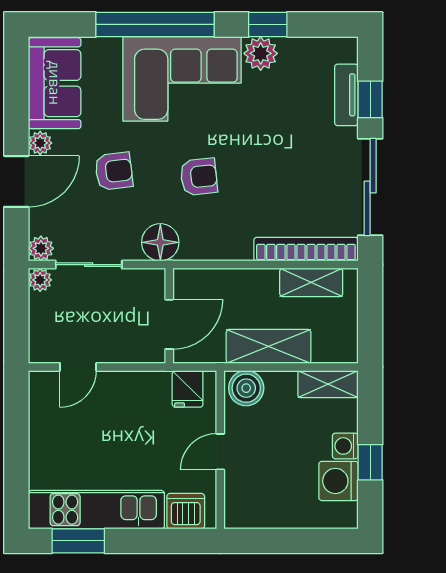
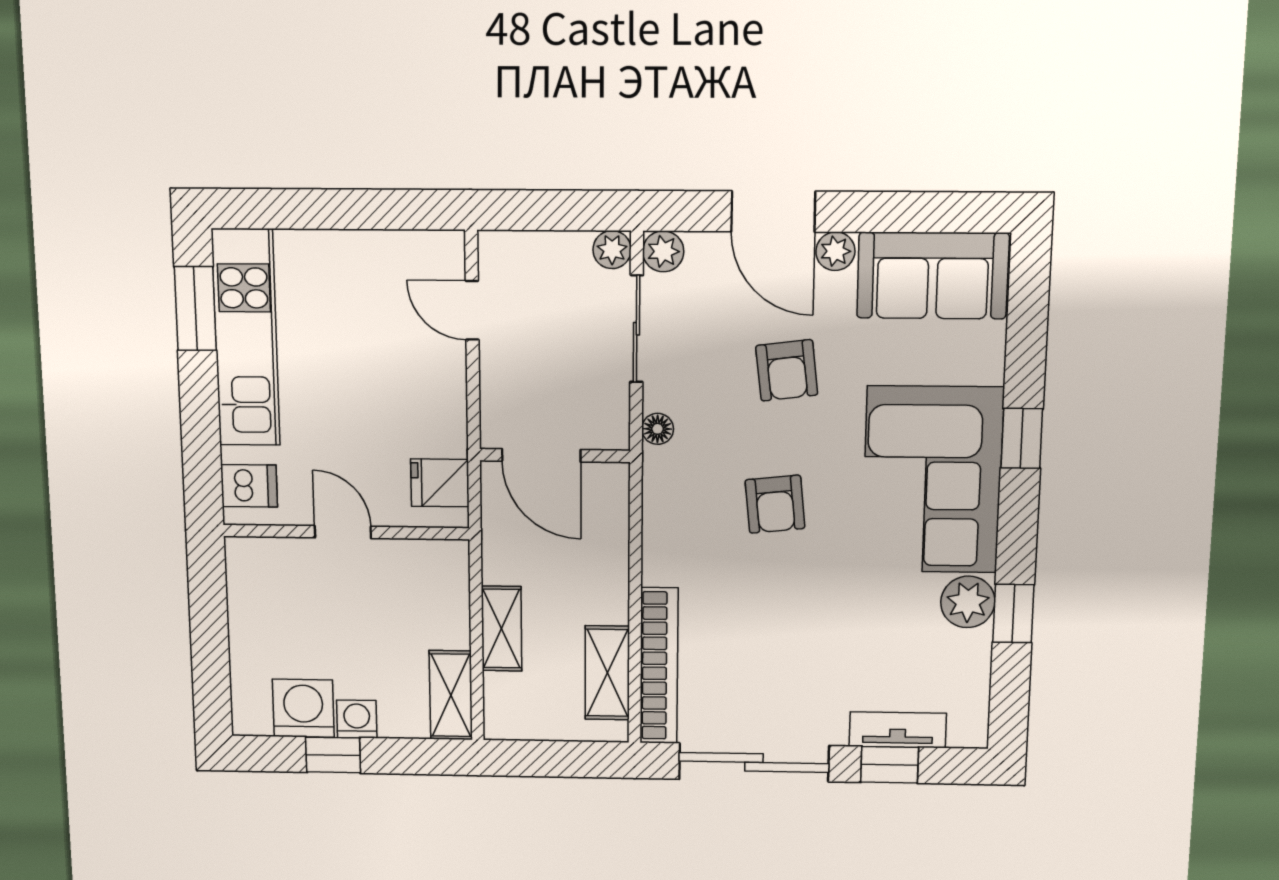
window: (155, 24) -> (1022, 438), width x0.32
floor lamp: (160, 242) -> (658, 429), width x0.53, depth x0.53
shelving: (269, 346) -> (502, 629), width x0.67, depth x0.75
boiler: (246, 388) -> (443, 573), removed
dishwasher: (186, 511) -> (249, 486), width x0.73

